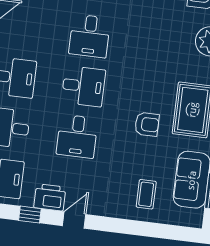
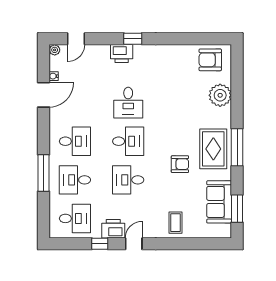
desk: (77, 136) -> (128, 180), turned 90
coffee table: (146, 194) -> (176, 223), moved

